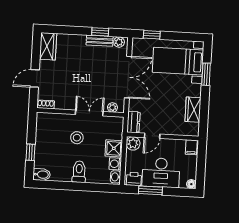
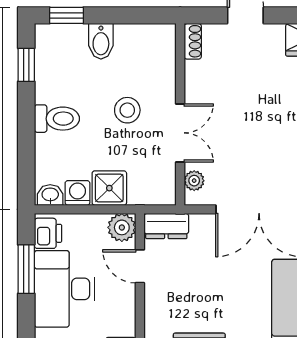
window: (30, 152) -> (66, 15), moved
bidet: (42, 175) -> (101, 41), moved
window: (53, 185) -> (26, 65), added

